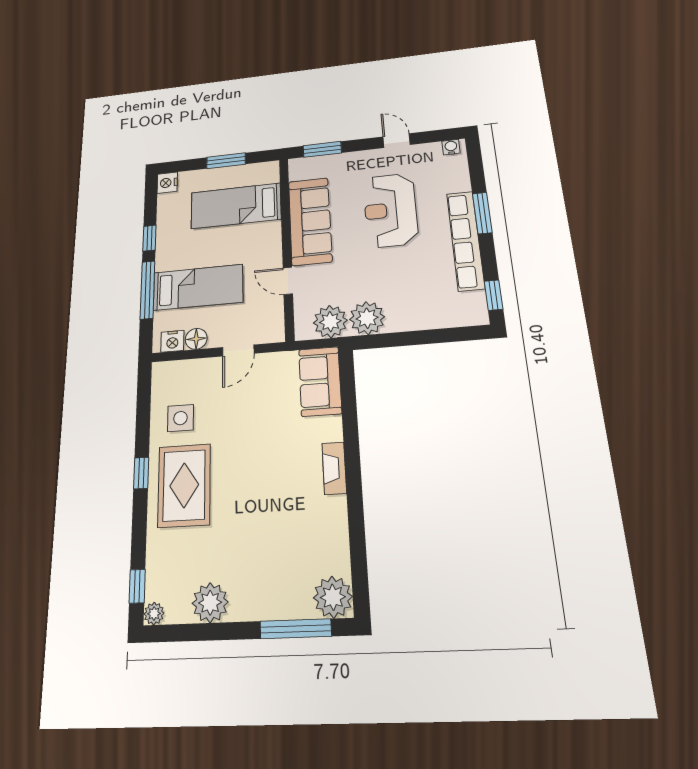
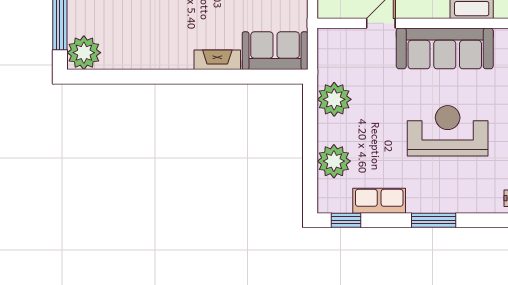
row of seats: (465, 240) -> (379, 201), width x0.50
plant: (330, 322) -> (334, 161), moved
fireplace: (334, 468) -> (217, 60), moved

